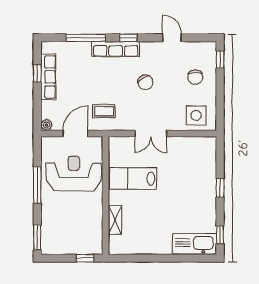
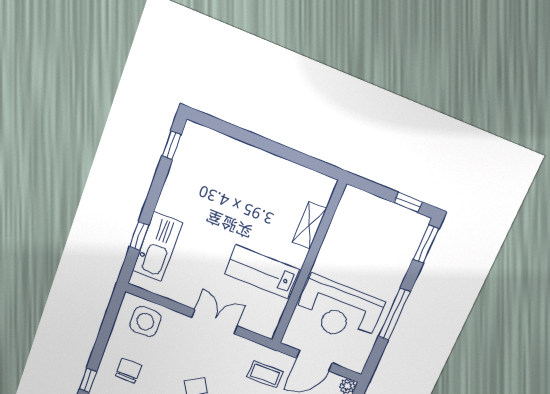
lab bench: (133, 179) -> (262, 272), turned 180
window: (220, 188) -> (139, 236), moved
kitchen sink: (195, 244) -> (157, 247), moved, turned -90
window: (85, 258) -> (408, 202), moved

